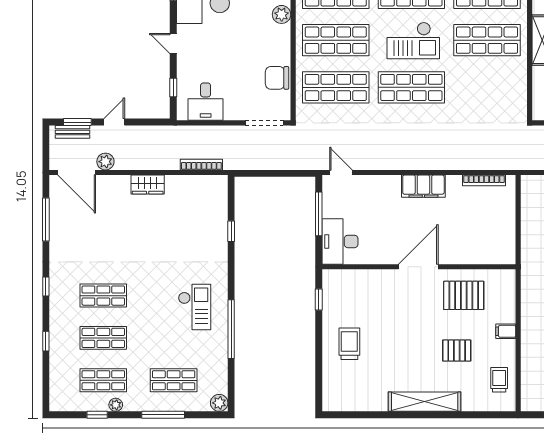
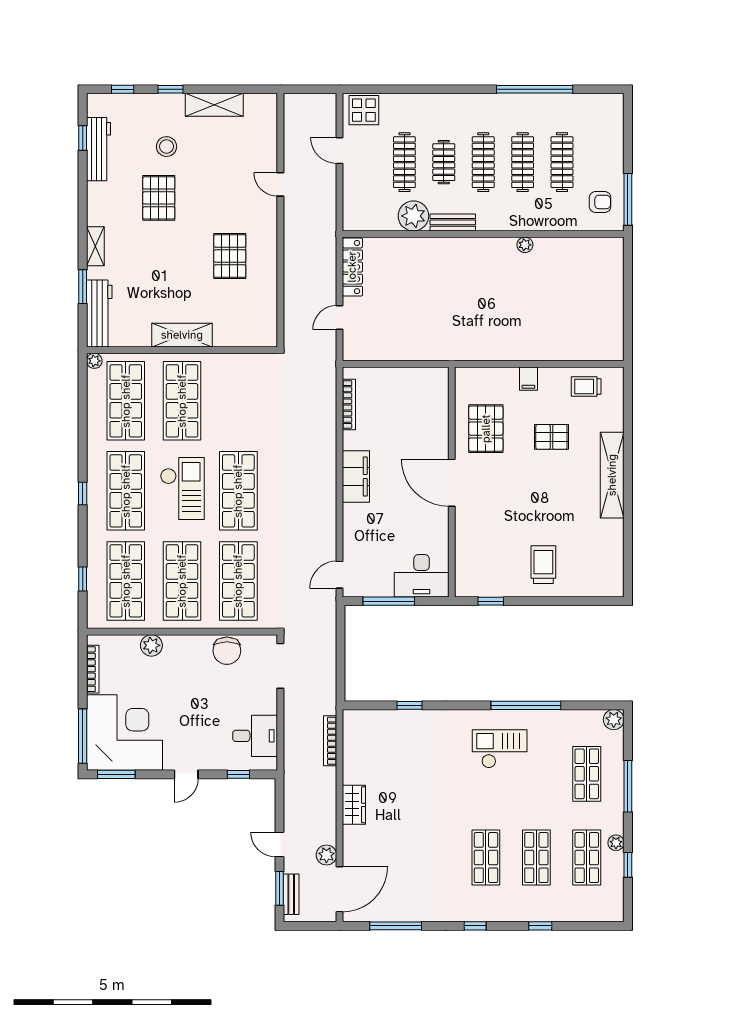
trolley: (349, 344) -> (543, 565), turned 90
pallet: (457, 351) -> (551, 437), turned 90

